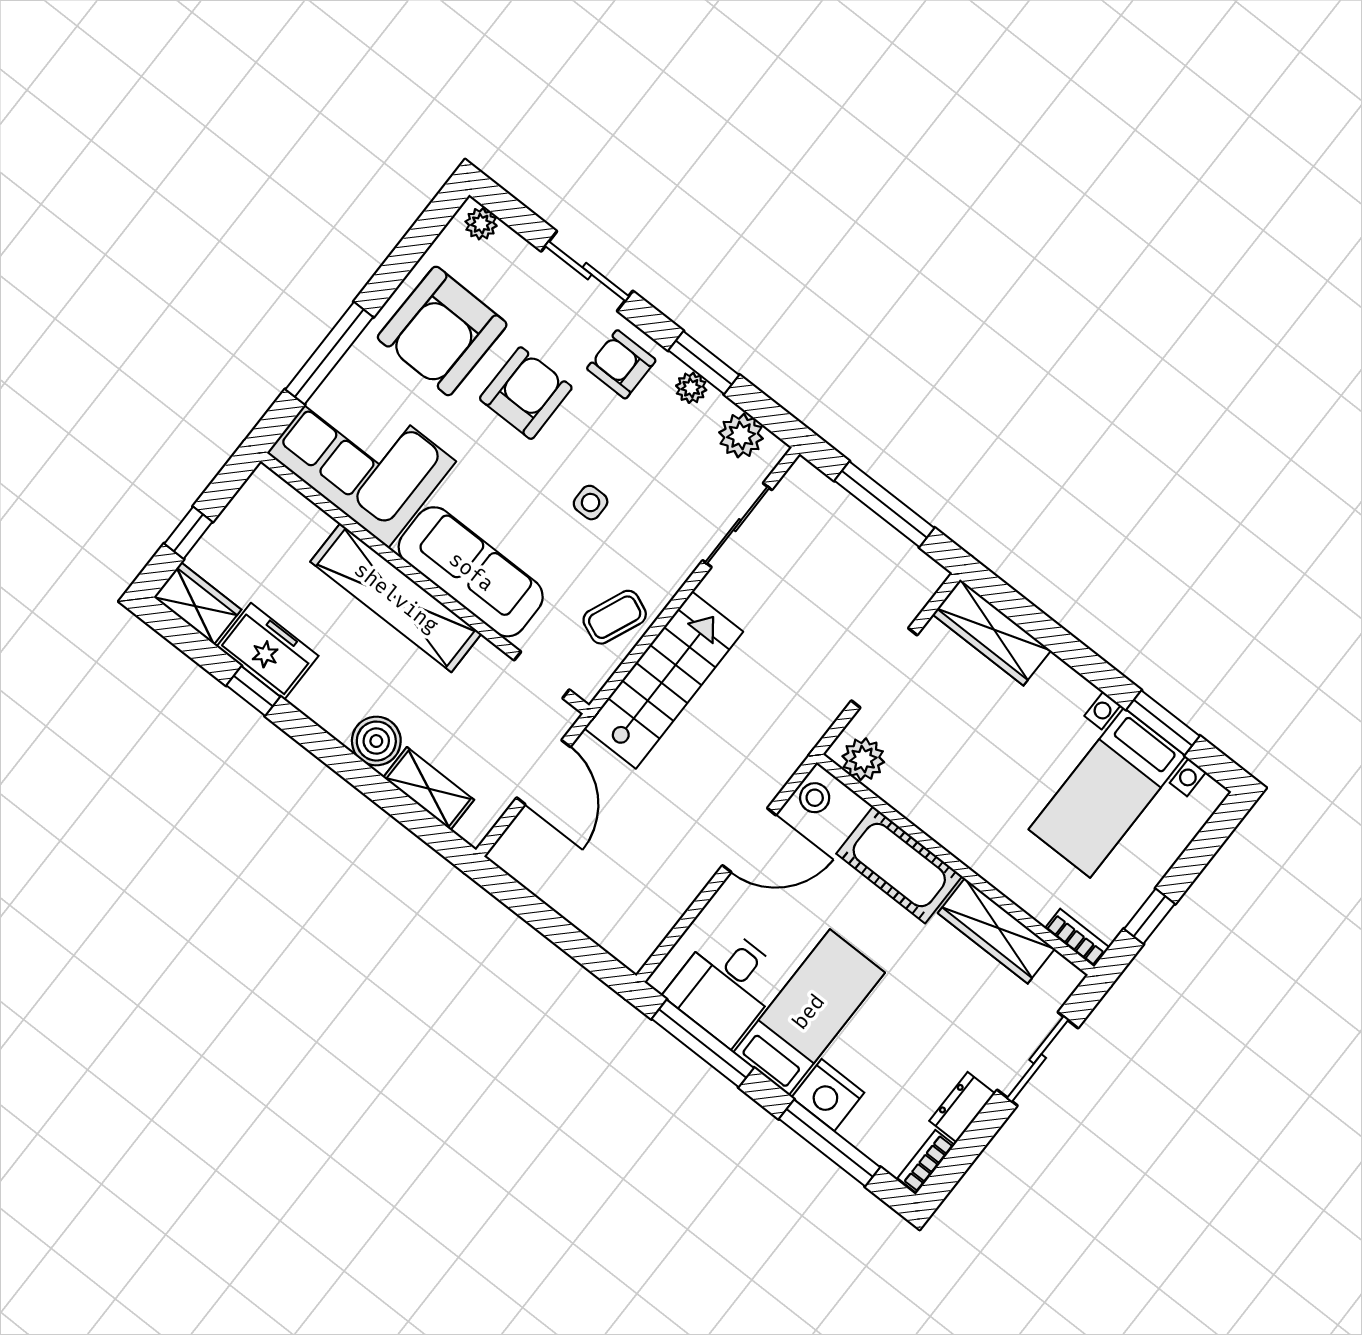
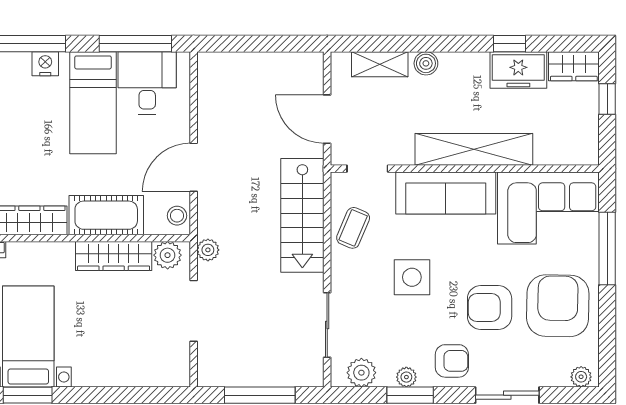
armchair: (526, 393) -> (490, 308), turned 90
side table: (591, 503) -> (412, 277), width x1.87, depth x1.87
wardrobe: (992, 632) -> (114, 256), moved, turned 180
plant: (810, 727) -> (208, 250), added
boiler: (376, 741) -> (426, 63), width x0.73, depth x0.73
nightstand: (828, 1095) -> (45, 64), width x0.74, depth x0.75

